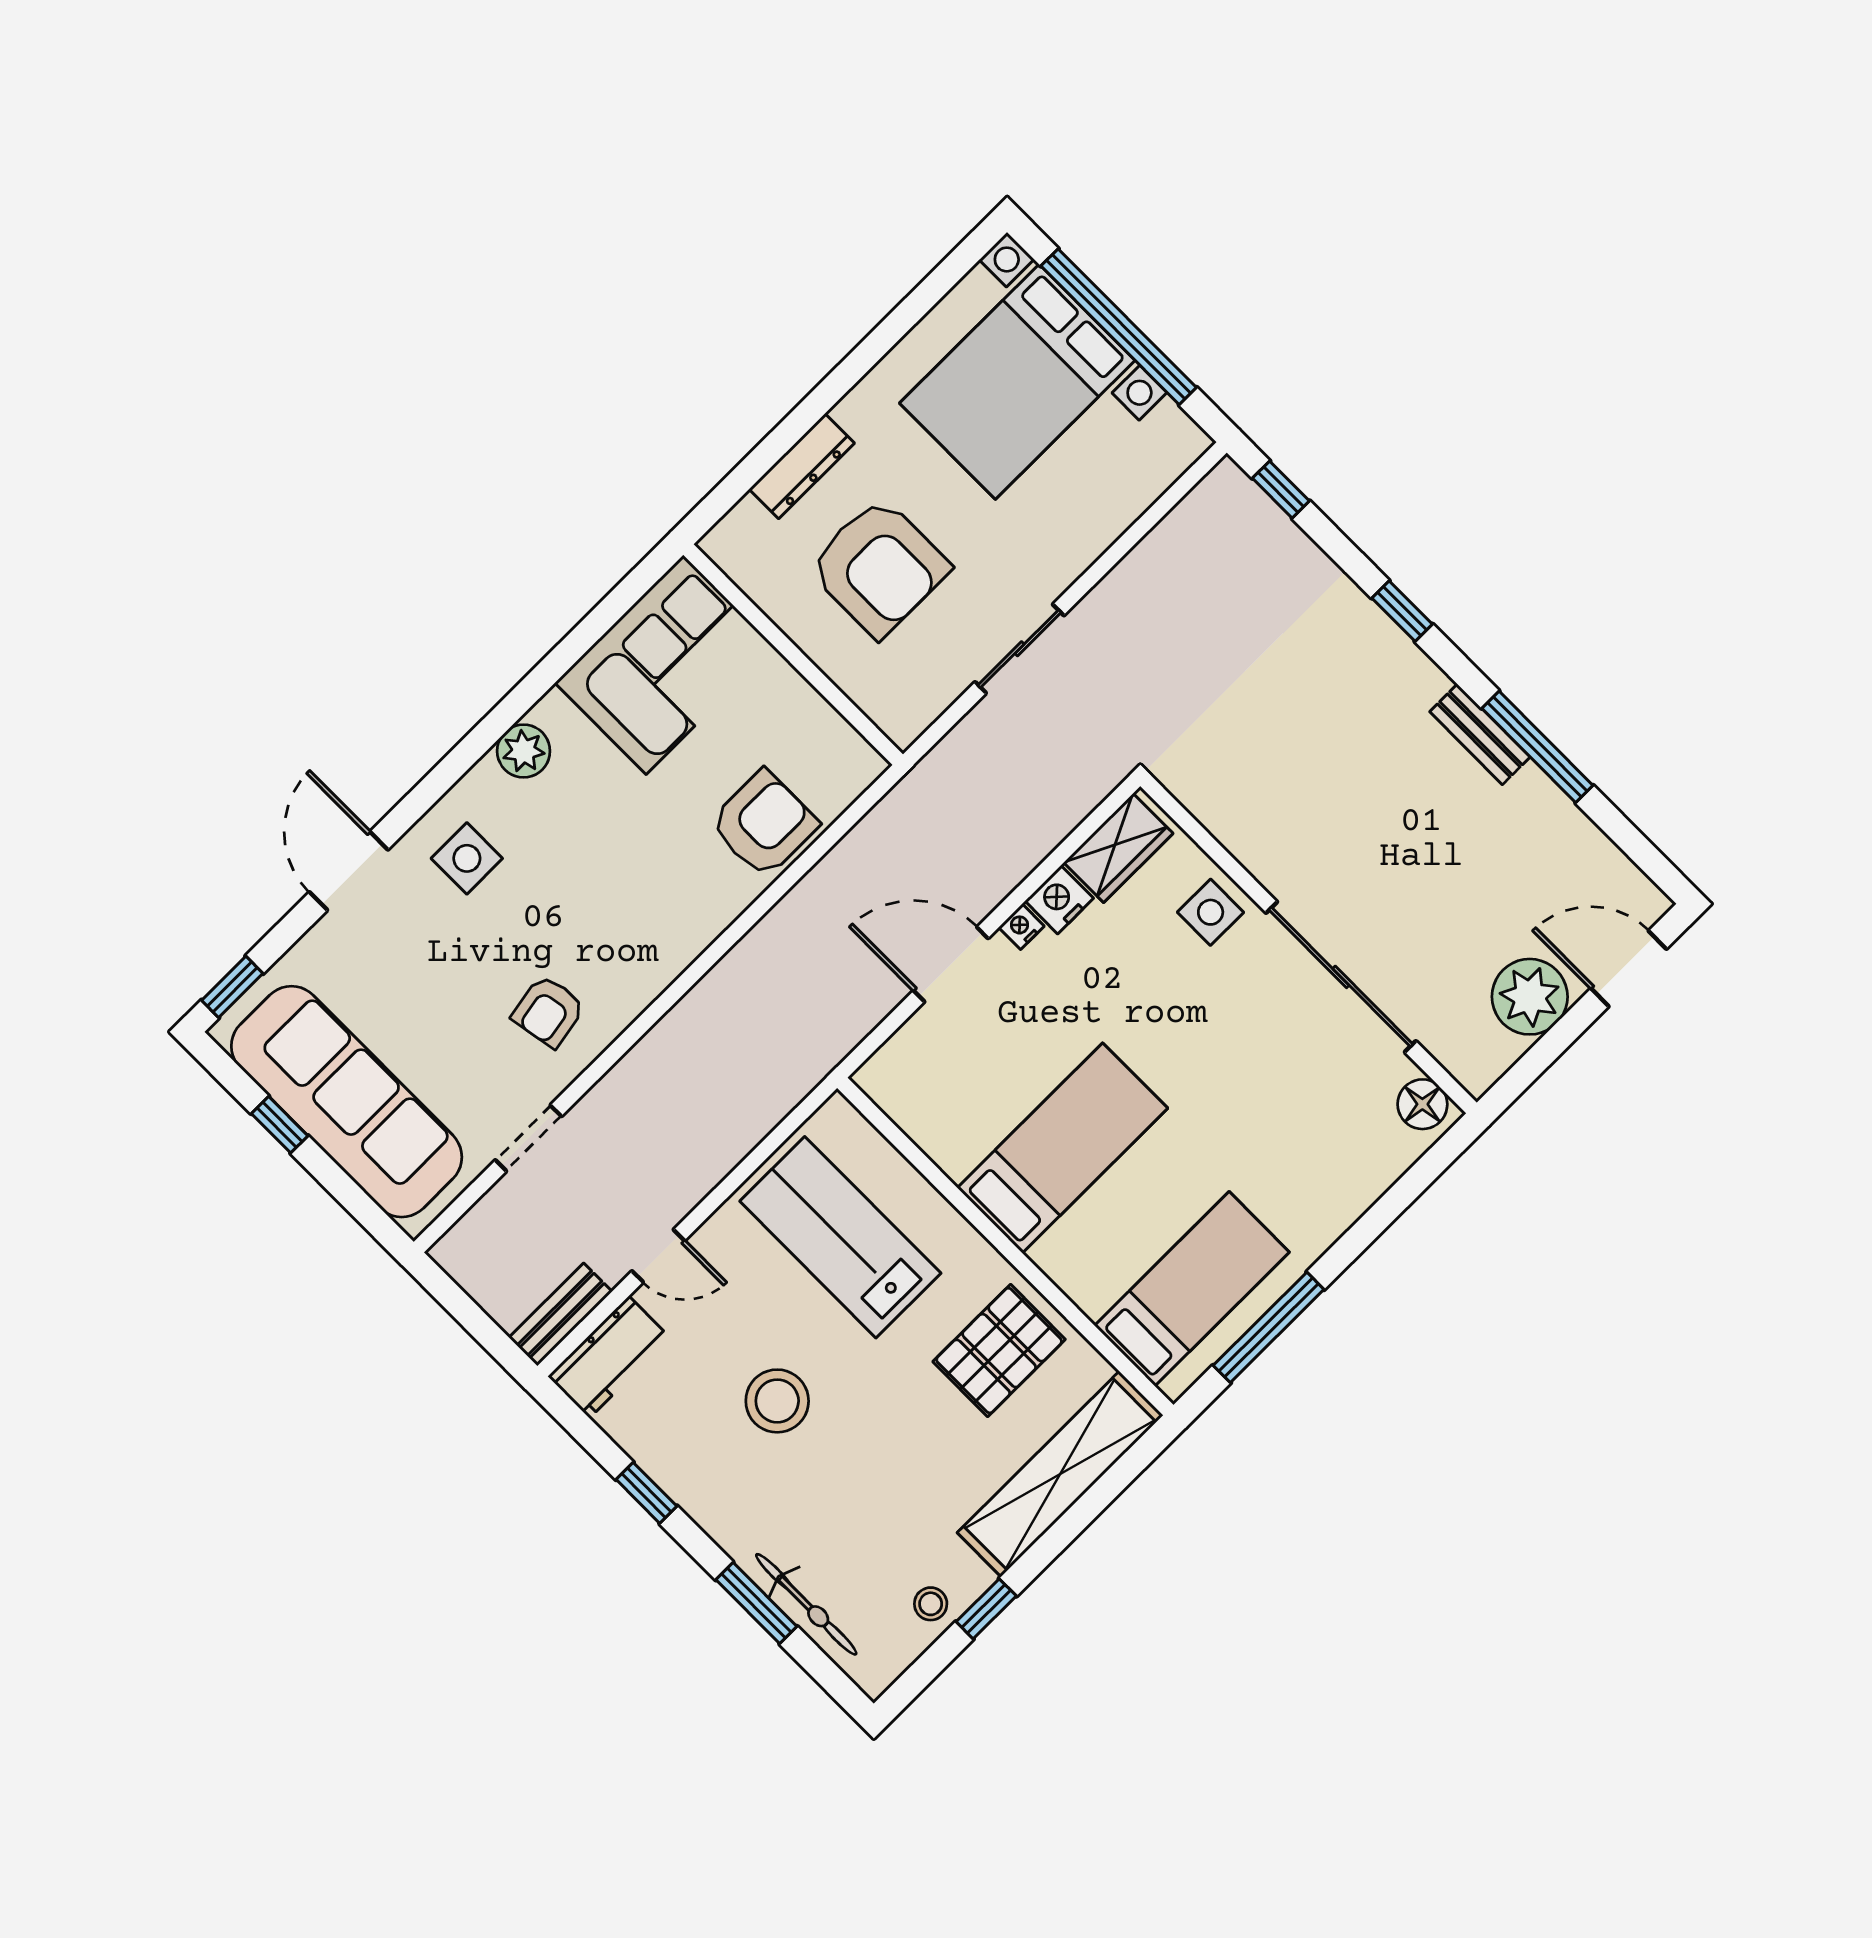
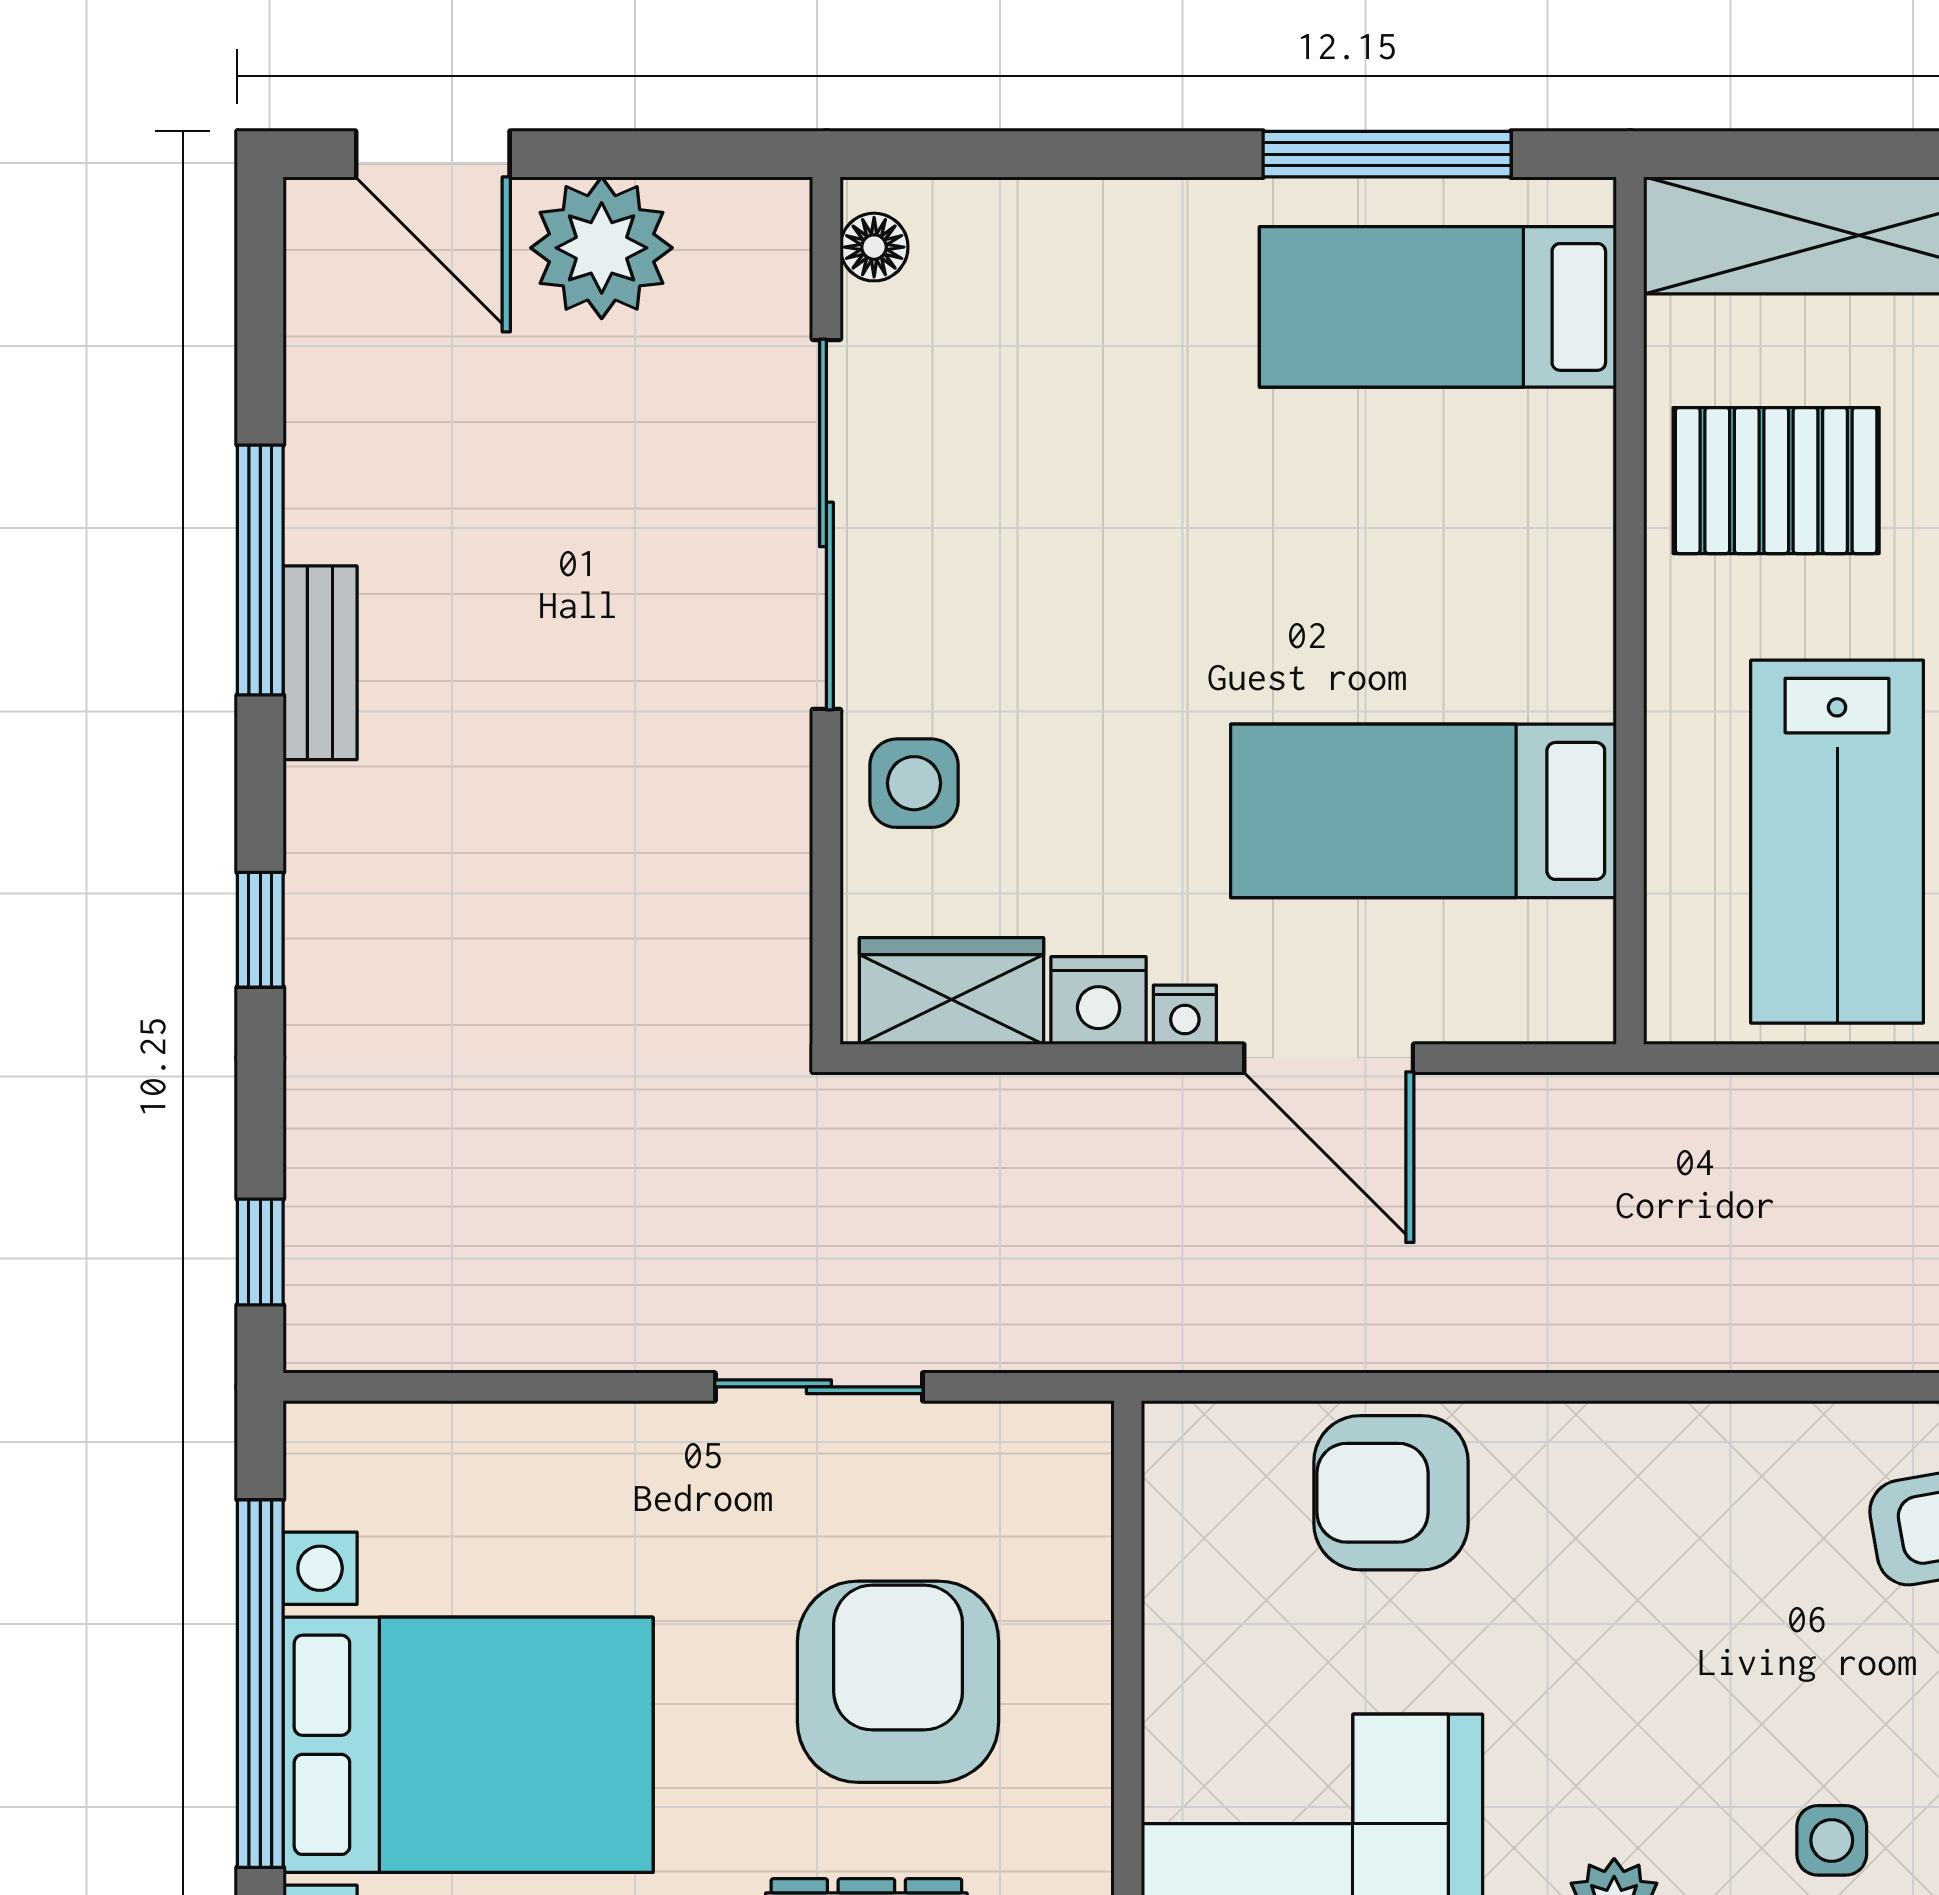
side table: (467, 858) -> (1832, 1840), width x0.73, depth x0.73
floor lamp: (1422, 1104) -> (874, 247), width x0.73, depth x0.73
bed: (1062, 1148) -> (1423, 811), moved

